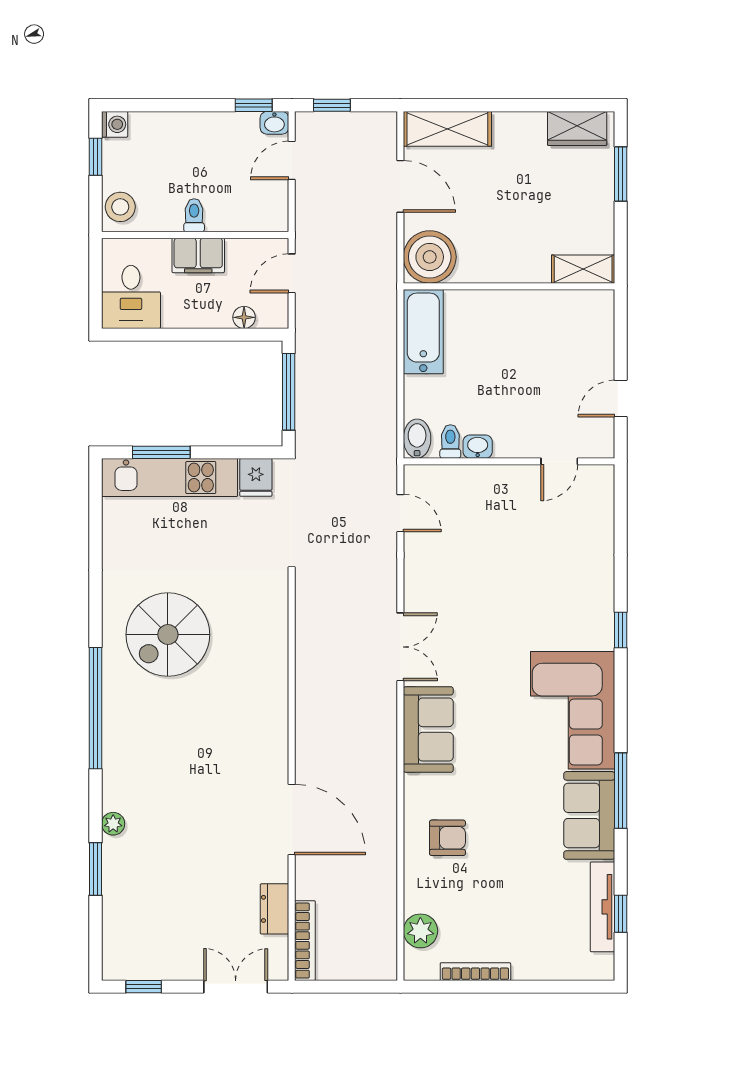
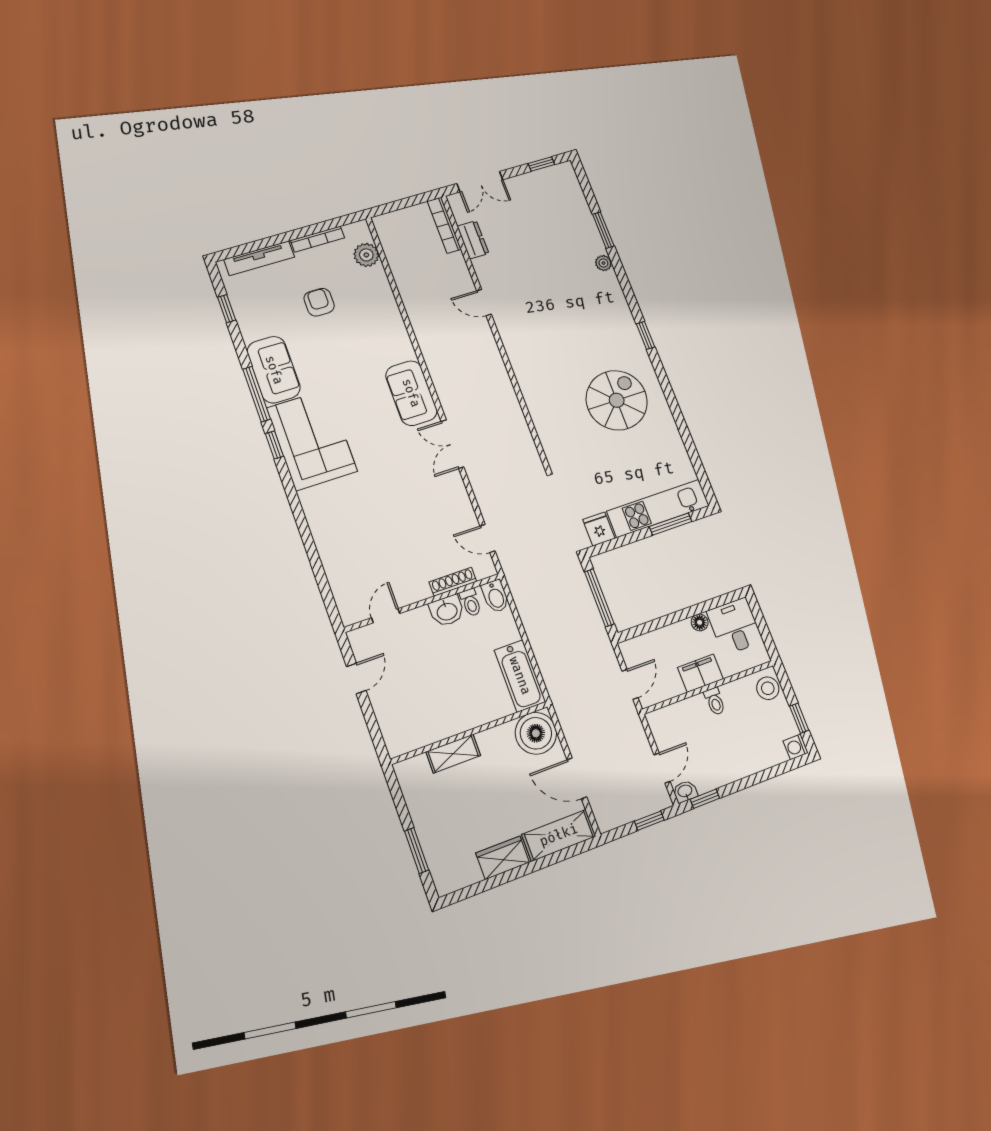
wardrobe: (577, 128) -> (503, 858), moved
shelving: (583, 269) -> (453, 754), moved
floor lamp: (244, 317) -> (700, 622), moved
washbasin: (478, 447) -> (447, 611), width x1.38, depth x1.45
shoe rack: (463, 474) -> (453, 582), added
window: (621, 630) -> (274, 445), moved
window: (96, 708) -> (646, 335), width x0.32
door: (292, 819) -> (484, 303), width x0.53
armchair: (447, 838) -> (319, 302), moved, turned 90
tv unit: (602, 907) -> (259, 258), moved, turned 90

